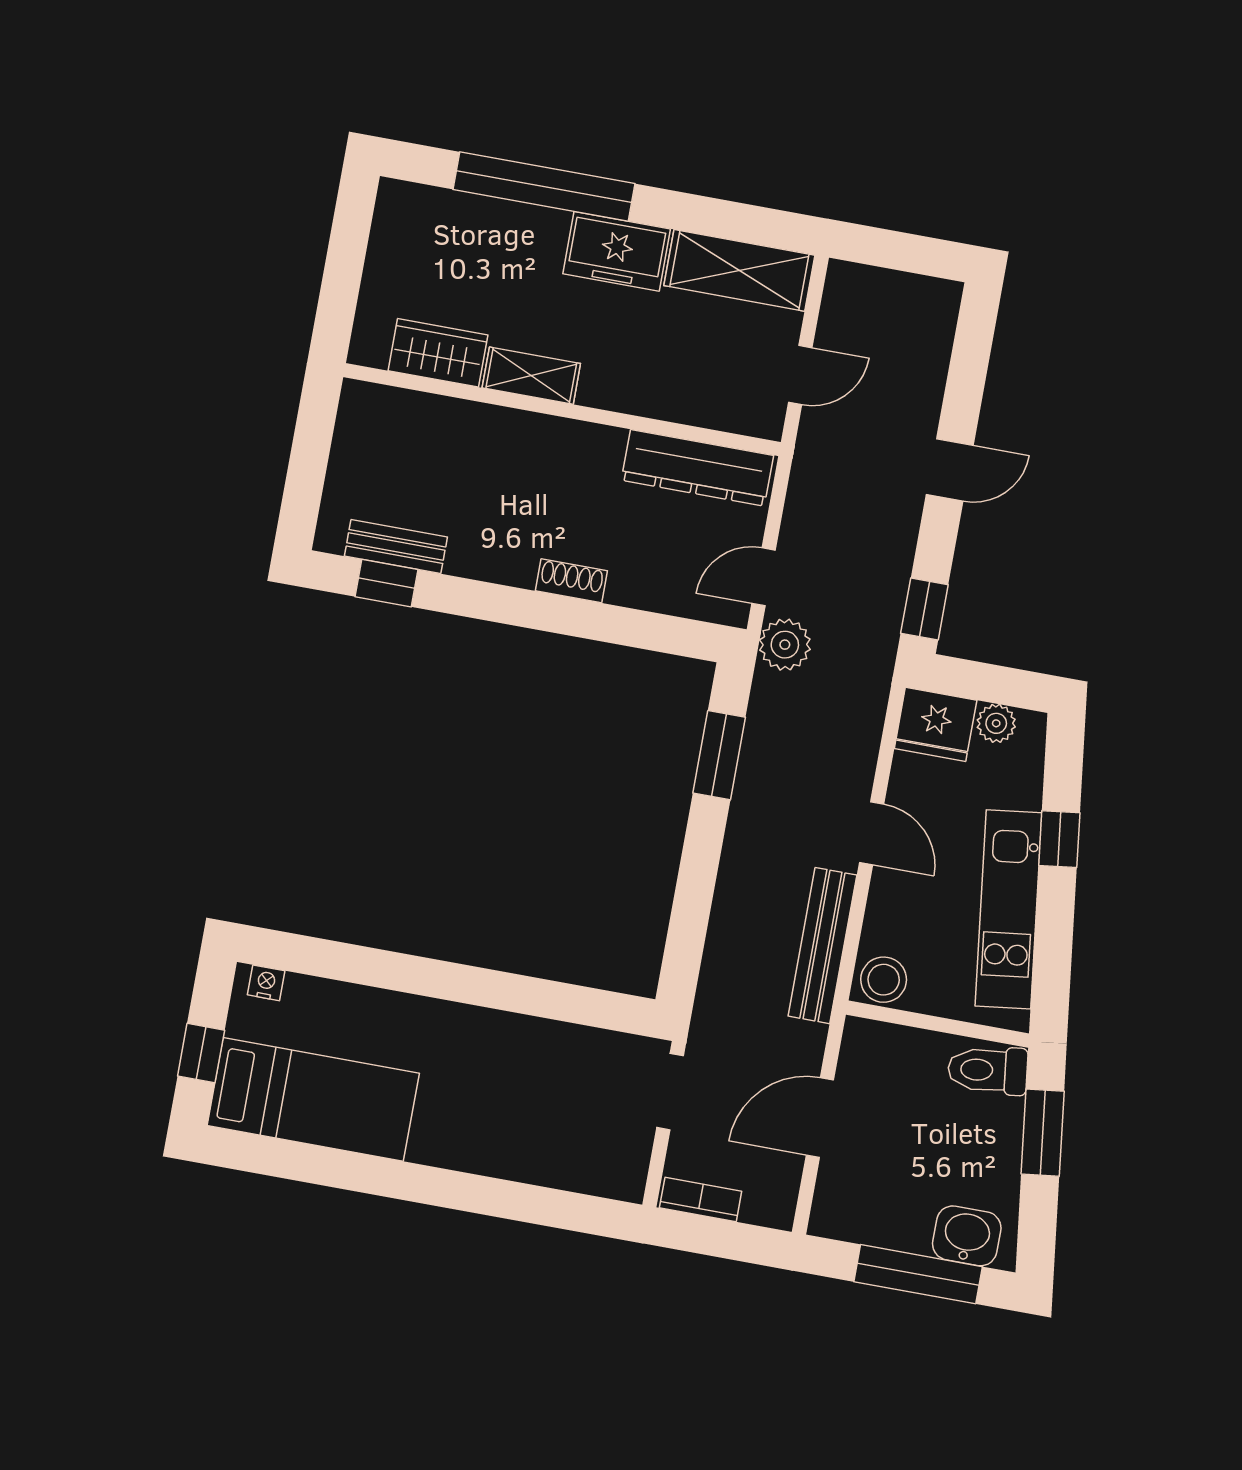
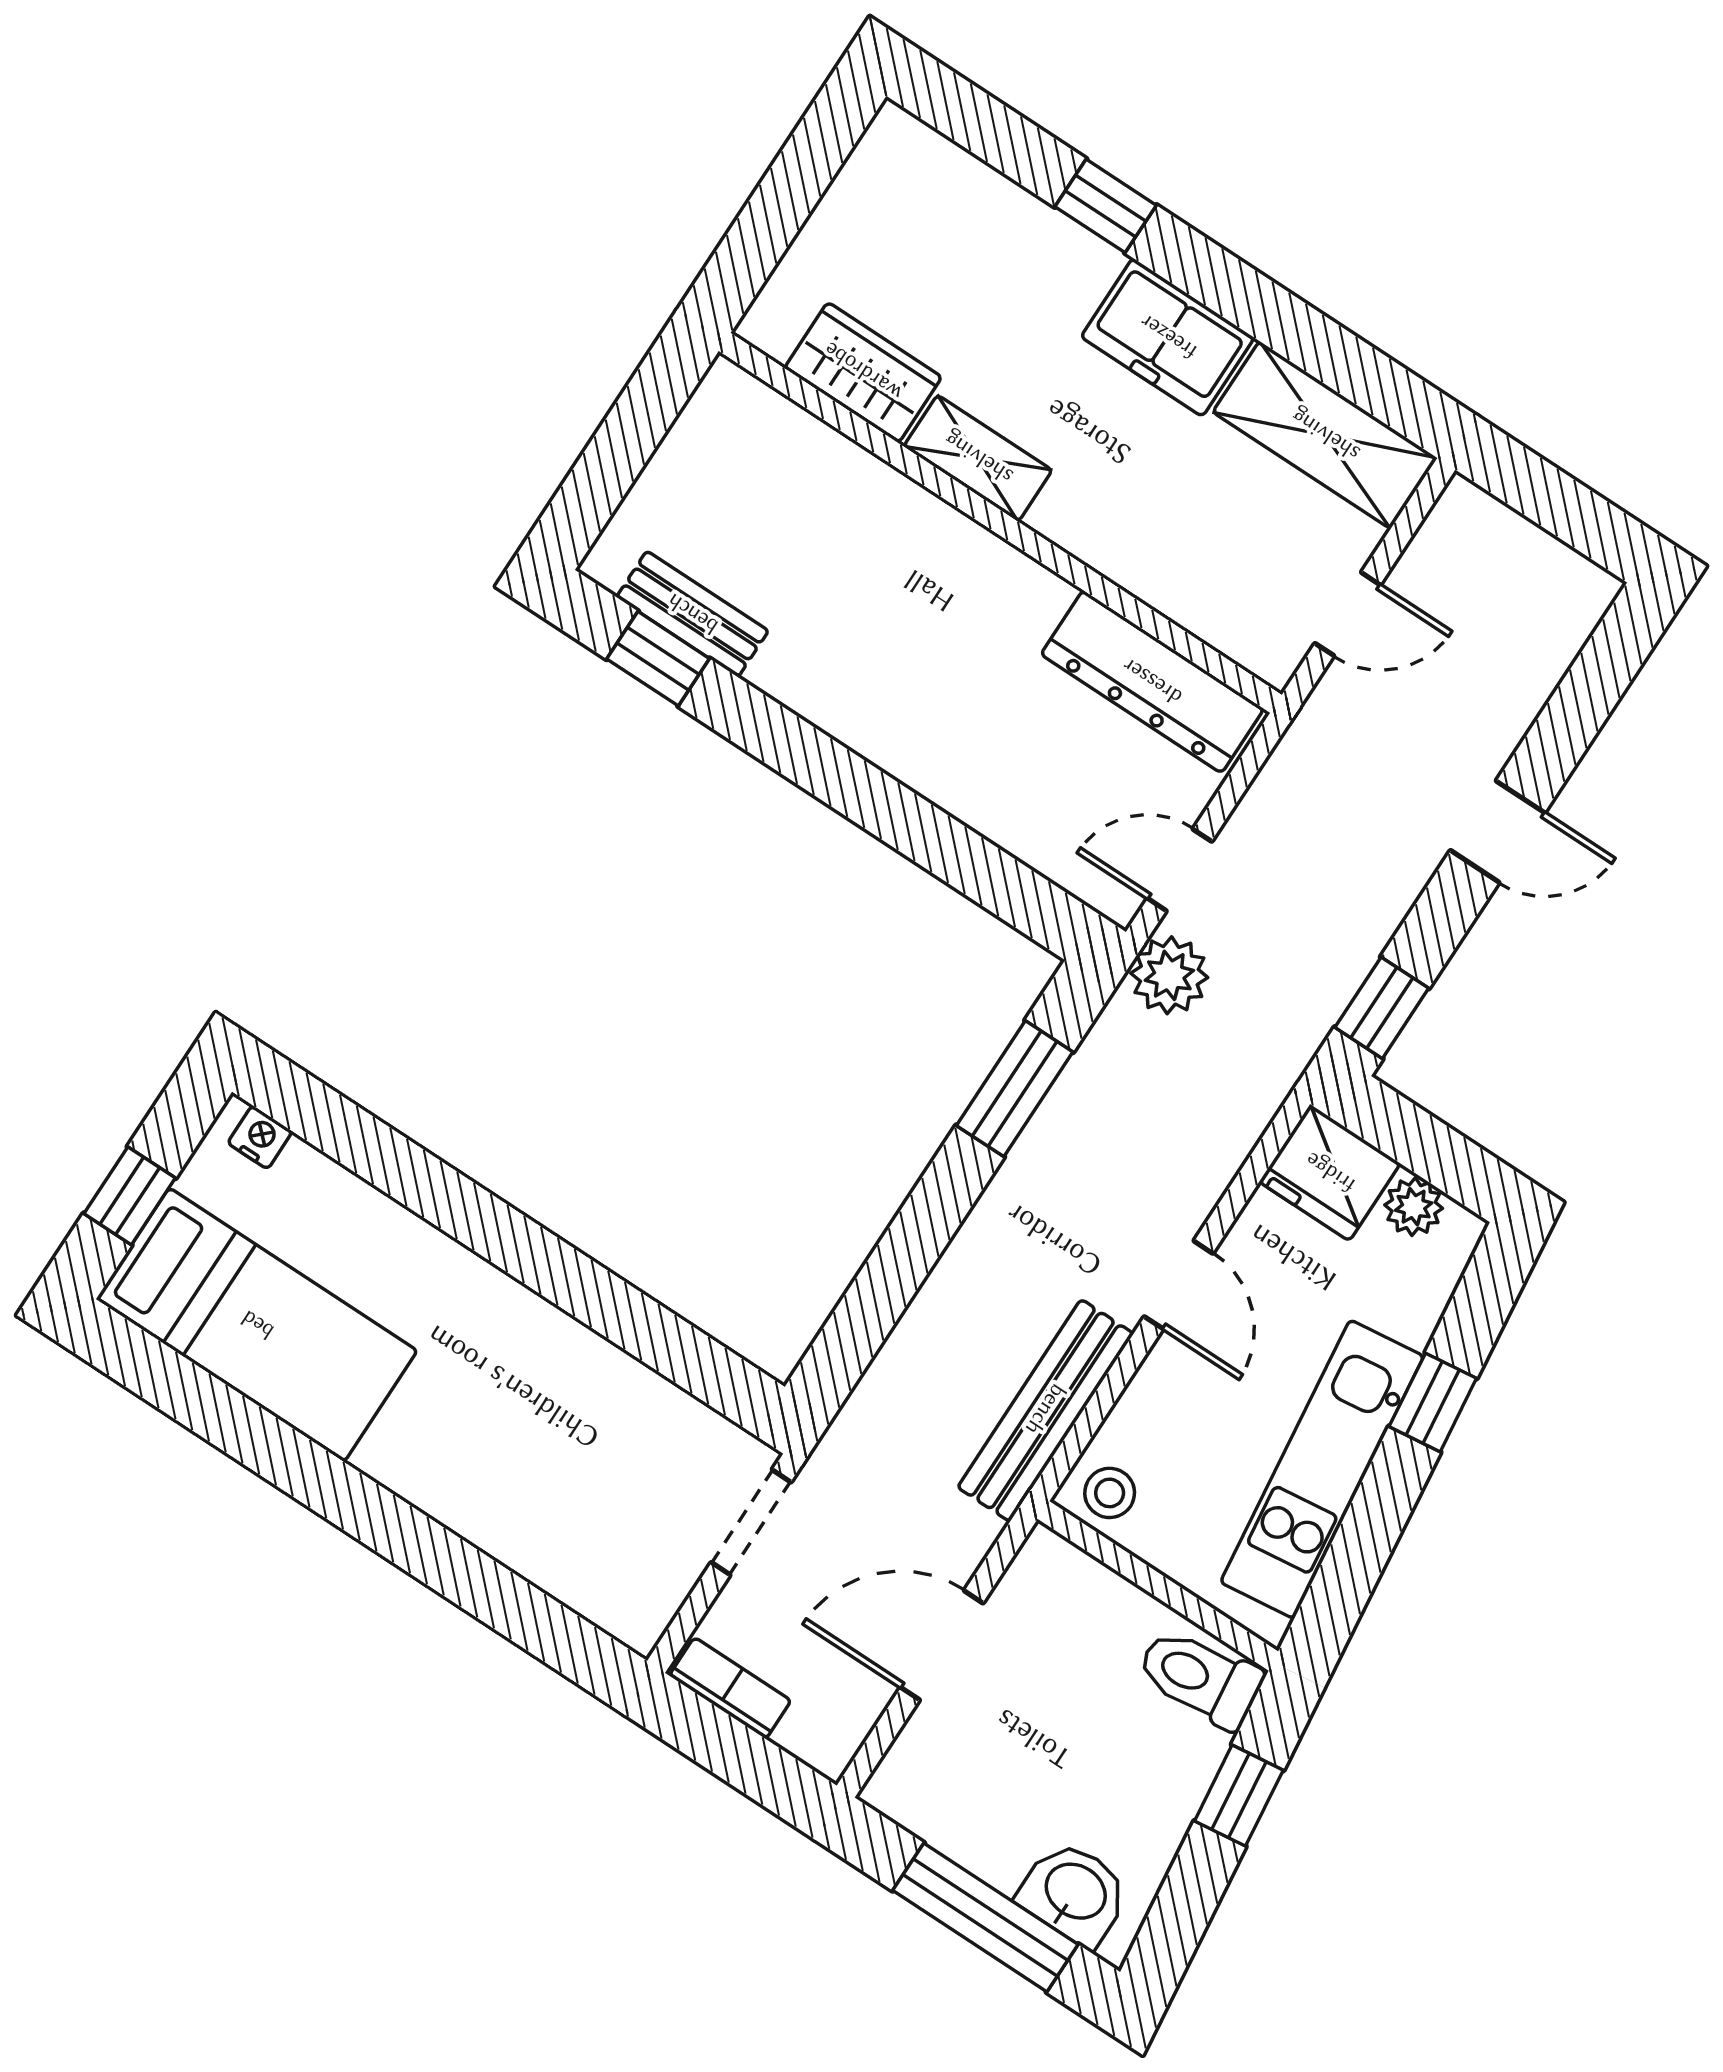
window: (544, 186) -> (1106, 206), width x0.32
shoe rack: (571, 581) -> (913, 763), removed
stool: (884, 980) -> (1110, 1493), width x0.73, depth x0.73
window: (1043, 1133) -> (1239, 1796), width x0.67

